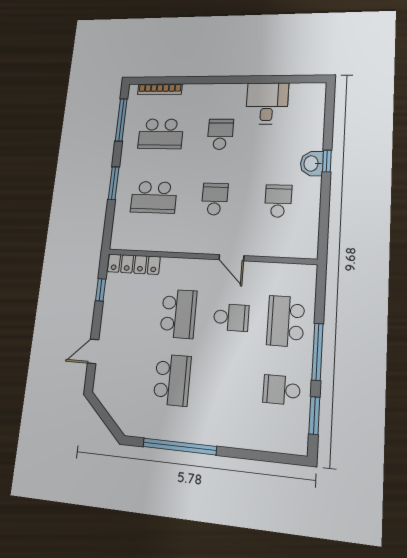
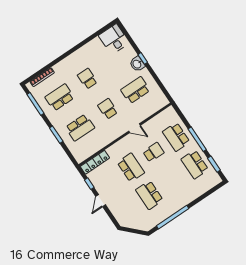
desk: (267, 103) -> (114, 39), moved
school desk: (161, 134) -> (60, 97), turned 180
school desk: (278, 201) -> (135, 90), width x1.85
door: (93, 351) -> (101, 201), moved
school desk: (172, 380) -> (149, 195), turned 180
school desk: (282, 390) -> (195, 164), width x1.85

